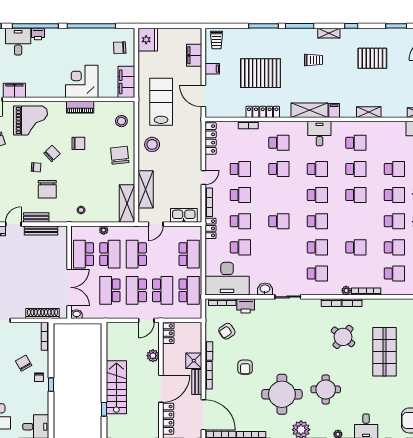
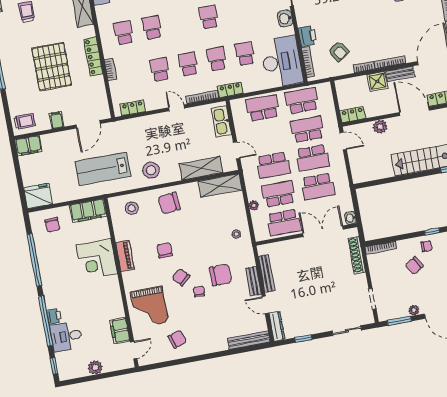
filing cabinet: (194, 55) -> (28, 146), moved
grand piano: (30, 121) -> (149, 307), turned 180
locker: (211, 138) -> (133, 108), width x0.66
armchair: (245, 367) -> (374, 24), removed

